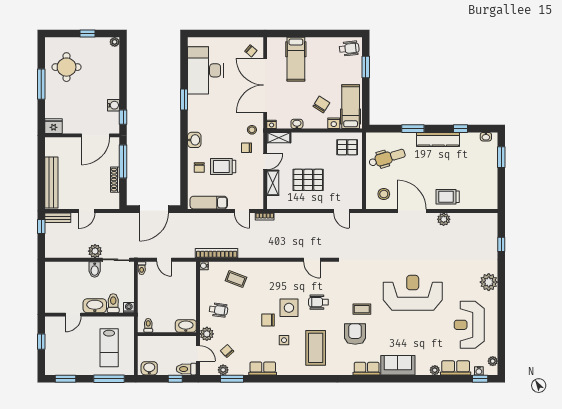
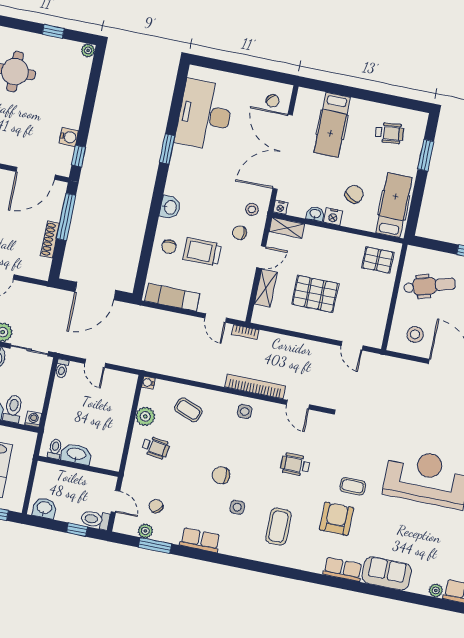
wheelchair: (349, 48) -> (389, 133), moved
nightstand: (334, 123) -> (333, 217), moved
bookcase: (217, 253) -> (255, 386), moved
side table: (289, 308) -> (245, 411), moved, width x0.54, depth x0.54
washbasin: (186, 326) -> (76, 454), moved
plant: (207, 334) -> (145, 416), moved
coffee table: (316, 348) -> (278, 527), width x0.73, depth x0.76

